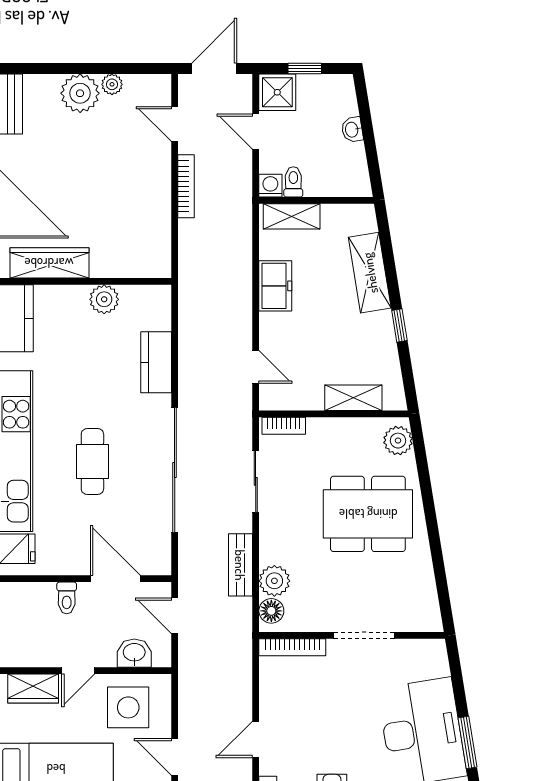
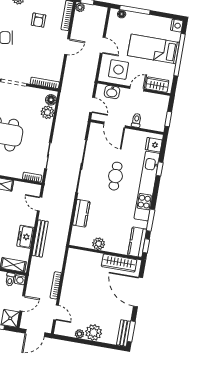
door: (256, 132) -> (22, 303), hinge flipped
bench: (240, 565) -> (40, 238), moved, width x1.36

